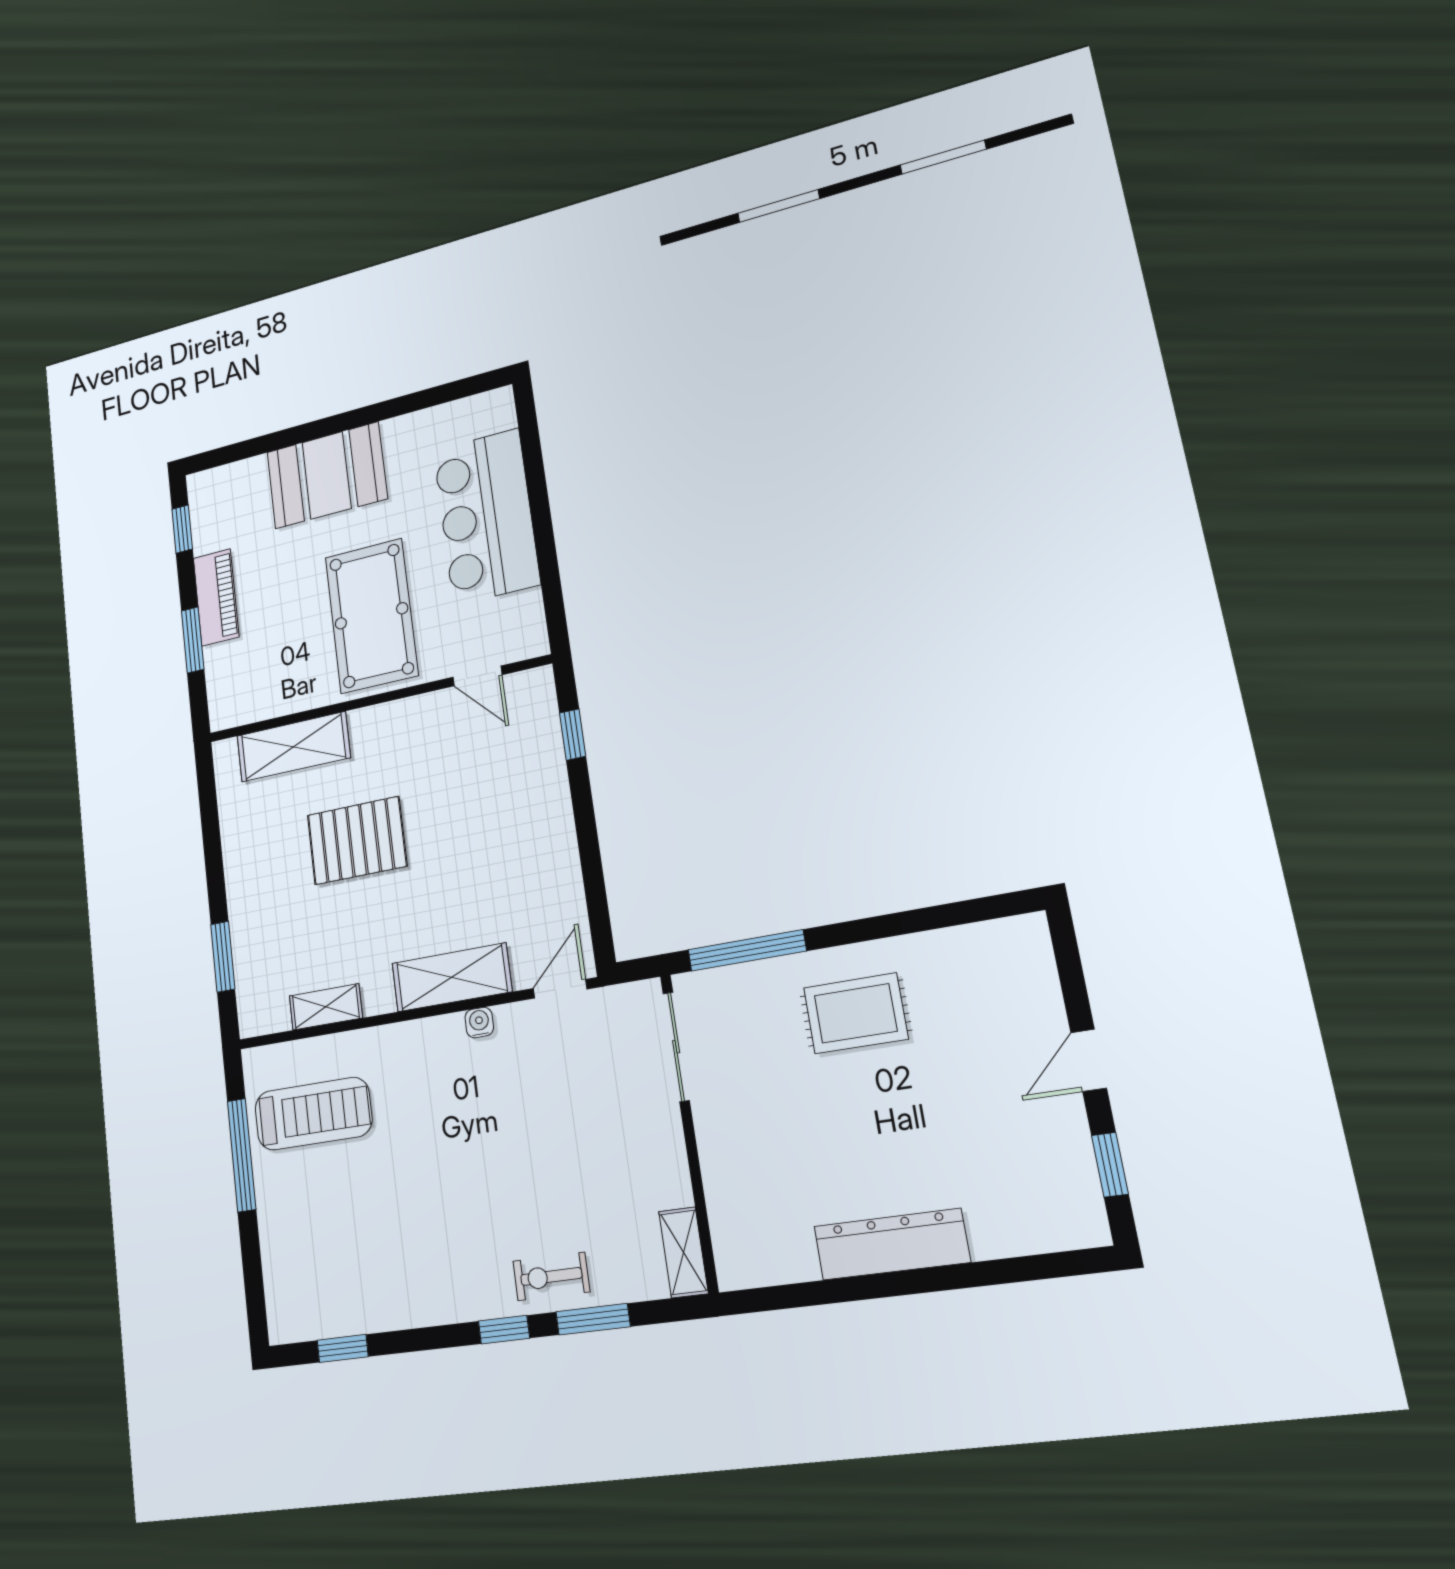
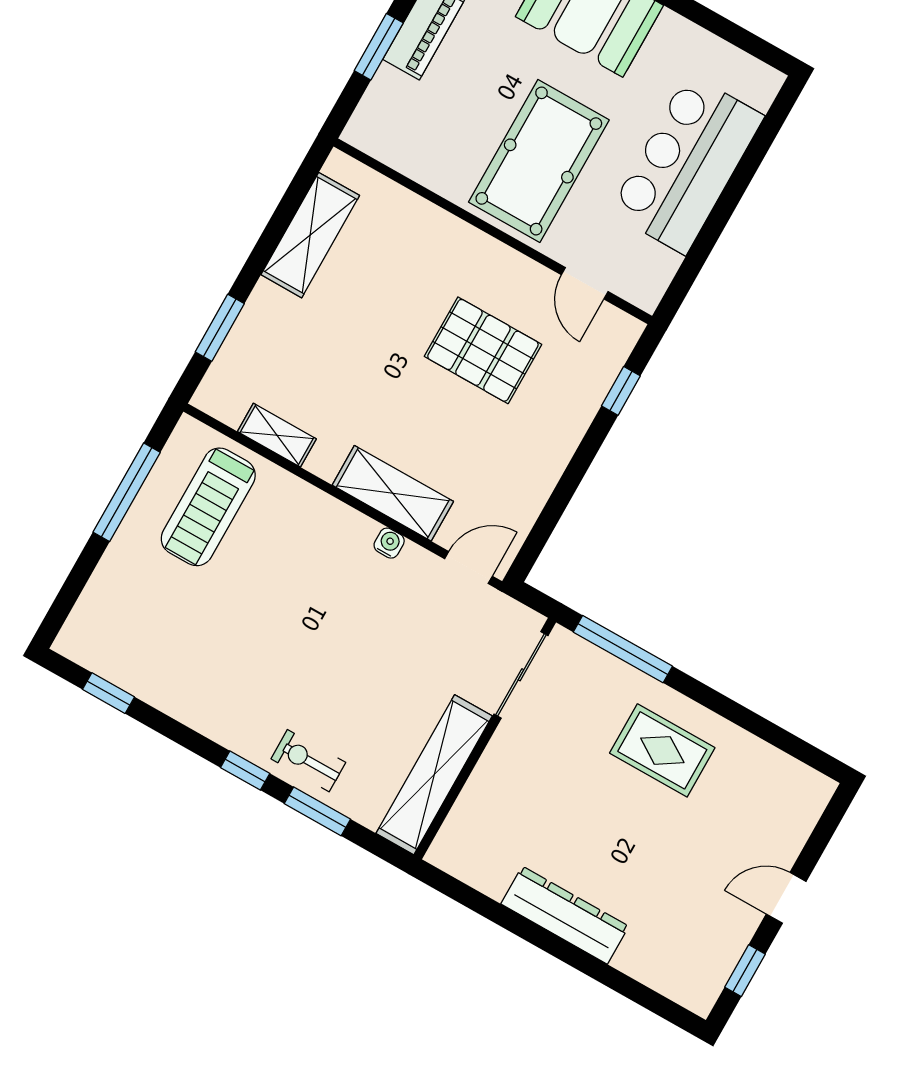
shelving: (293, 747) -> (310, 235), moved, turned 90
pallet: (357, 841) -> (483, 350), moved
treadmill: (313, 1114) -> (208, 507), turned 90
shelving: (683, 1252) -> (434, 775), width x2.20, depth x1.33

